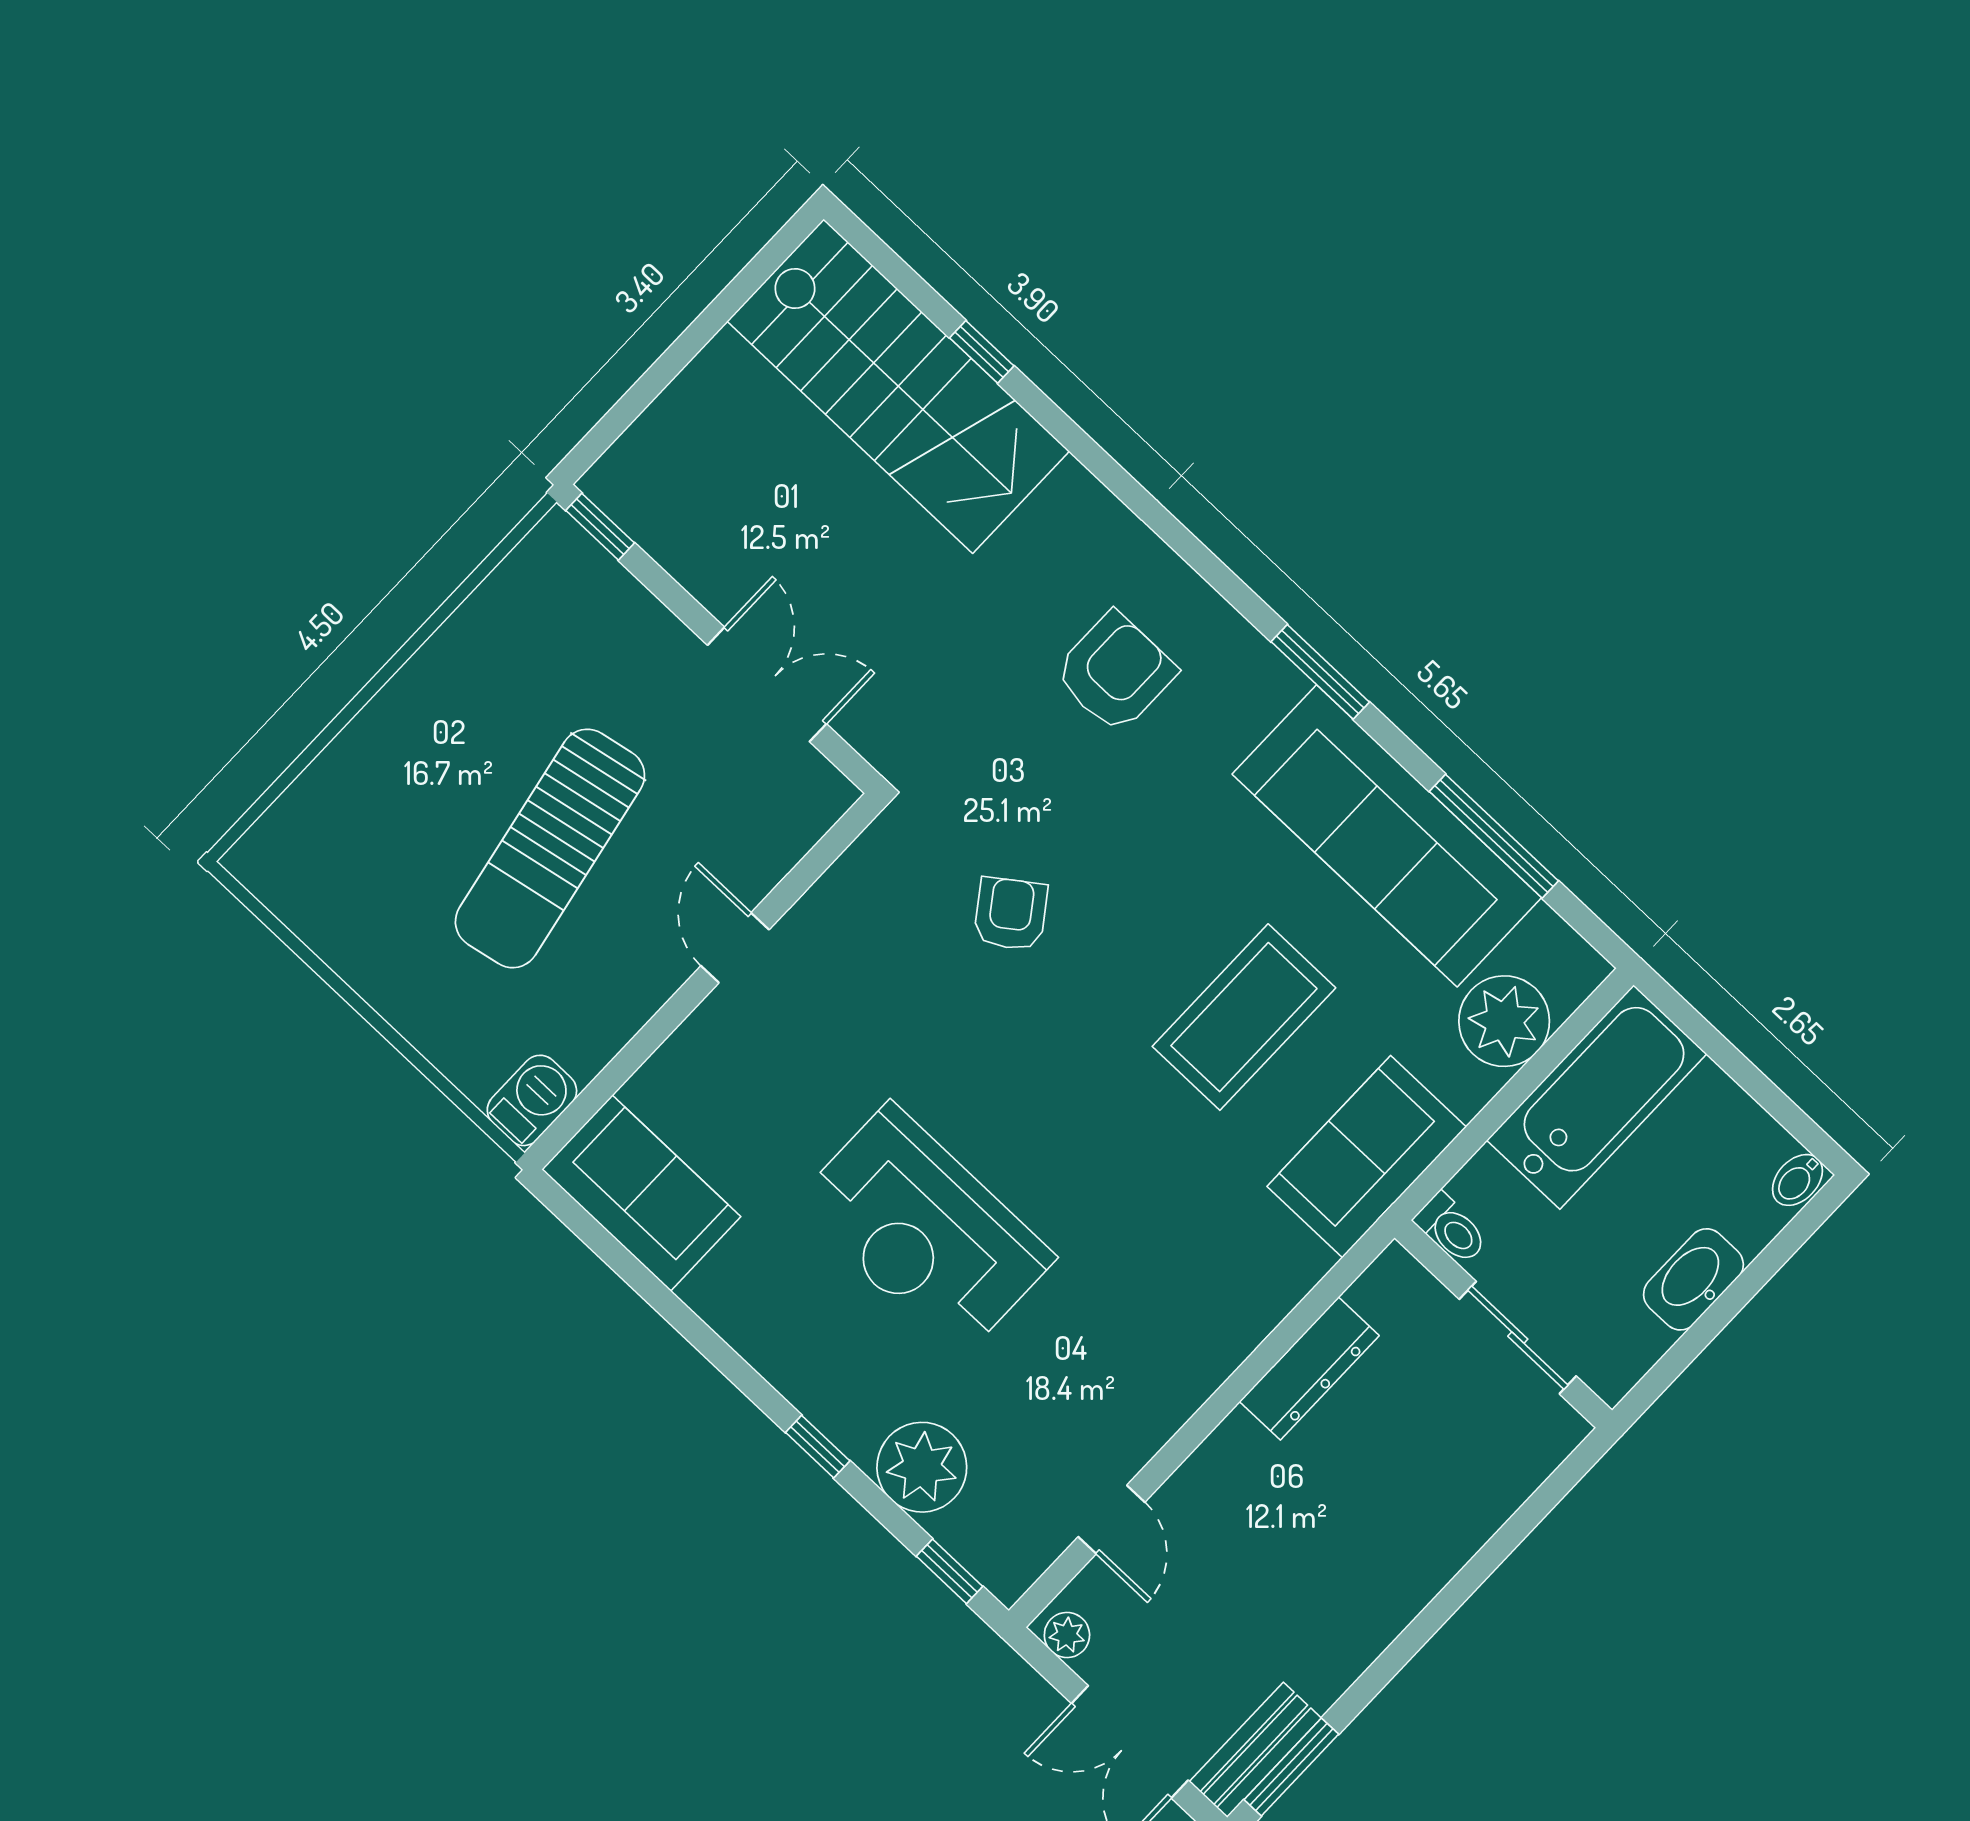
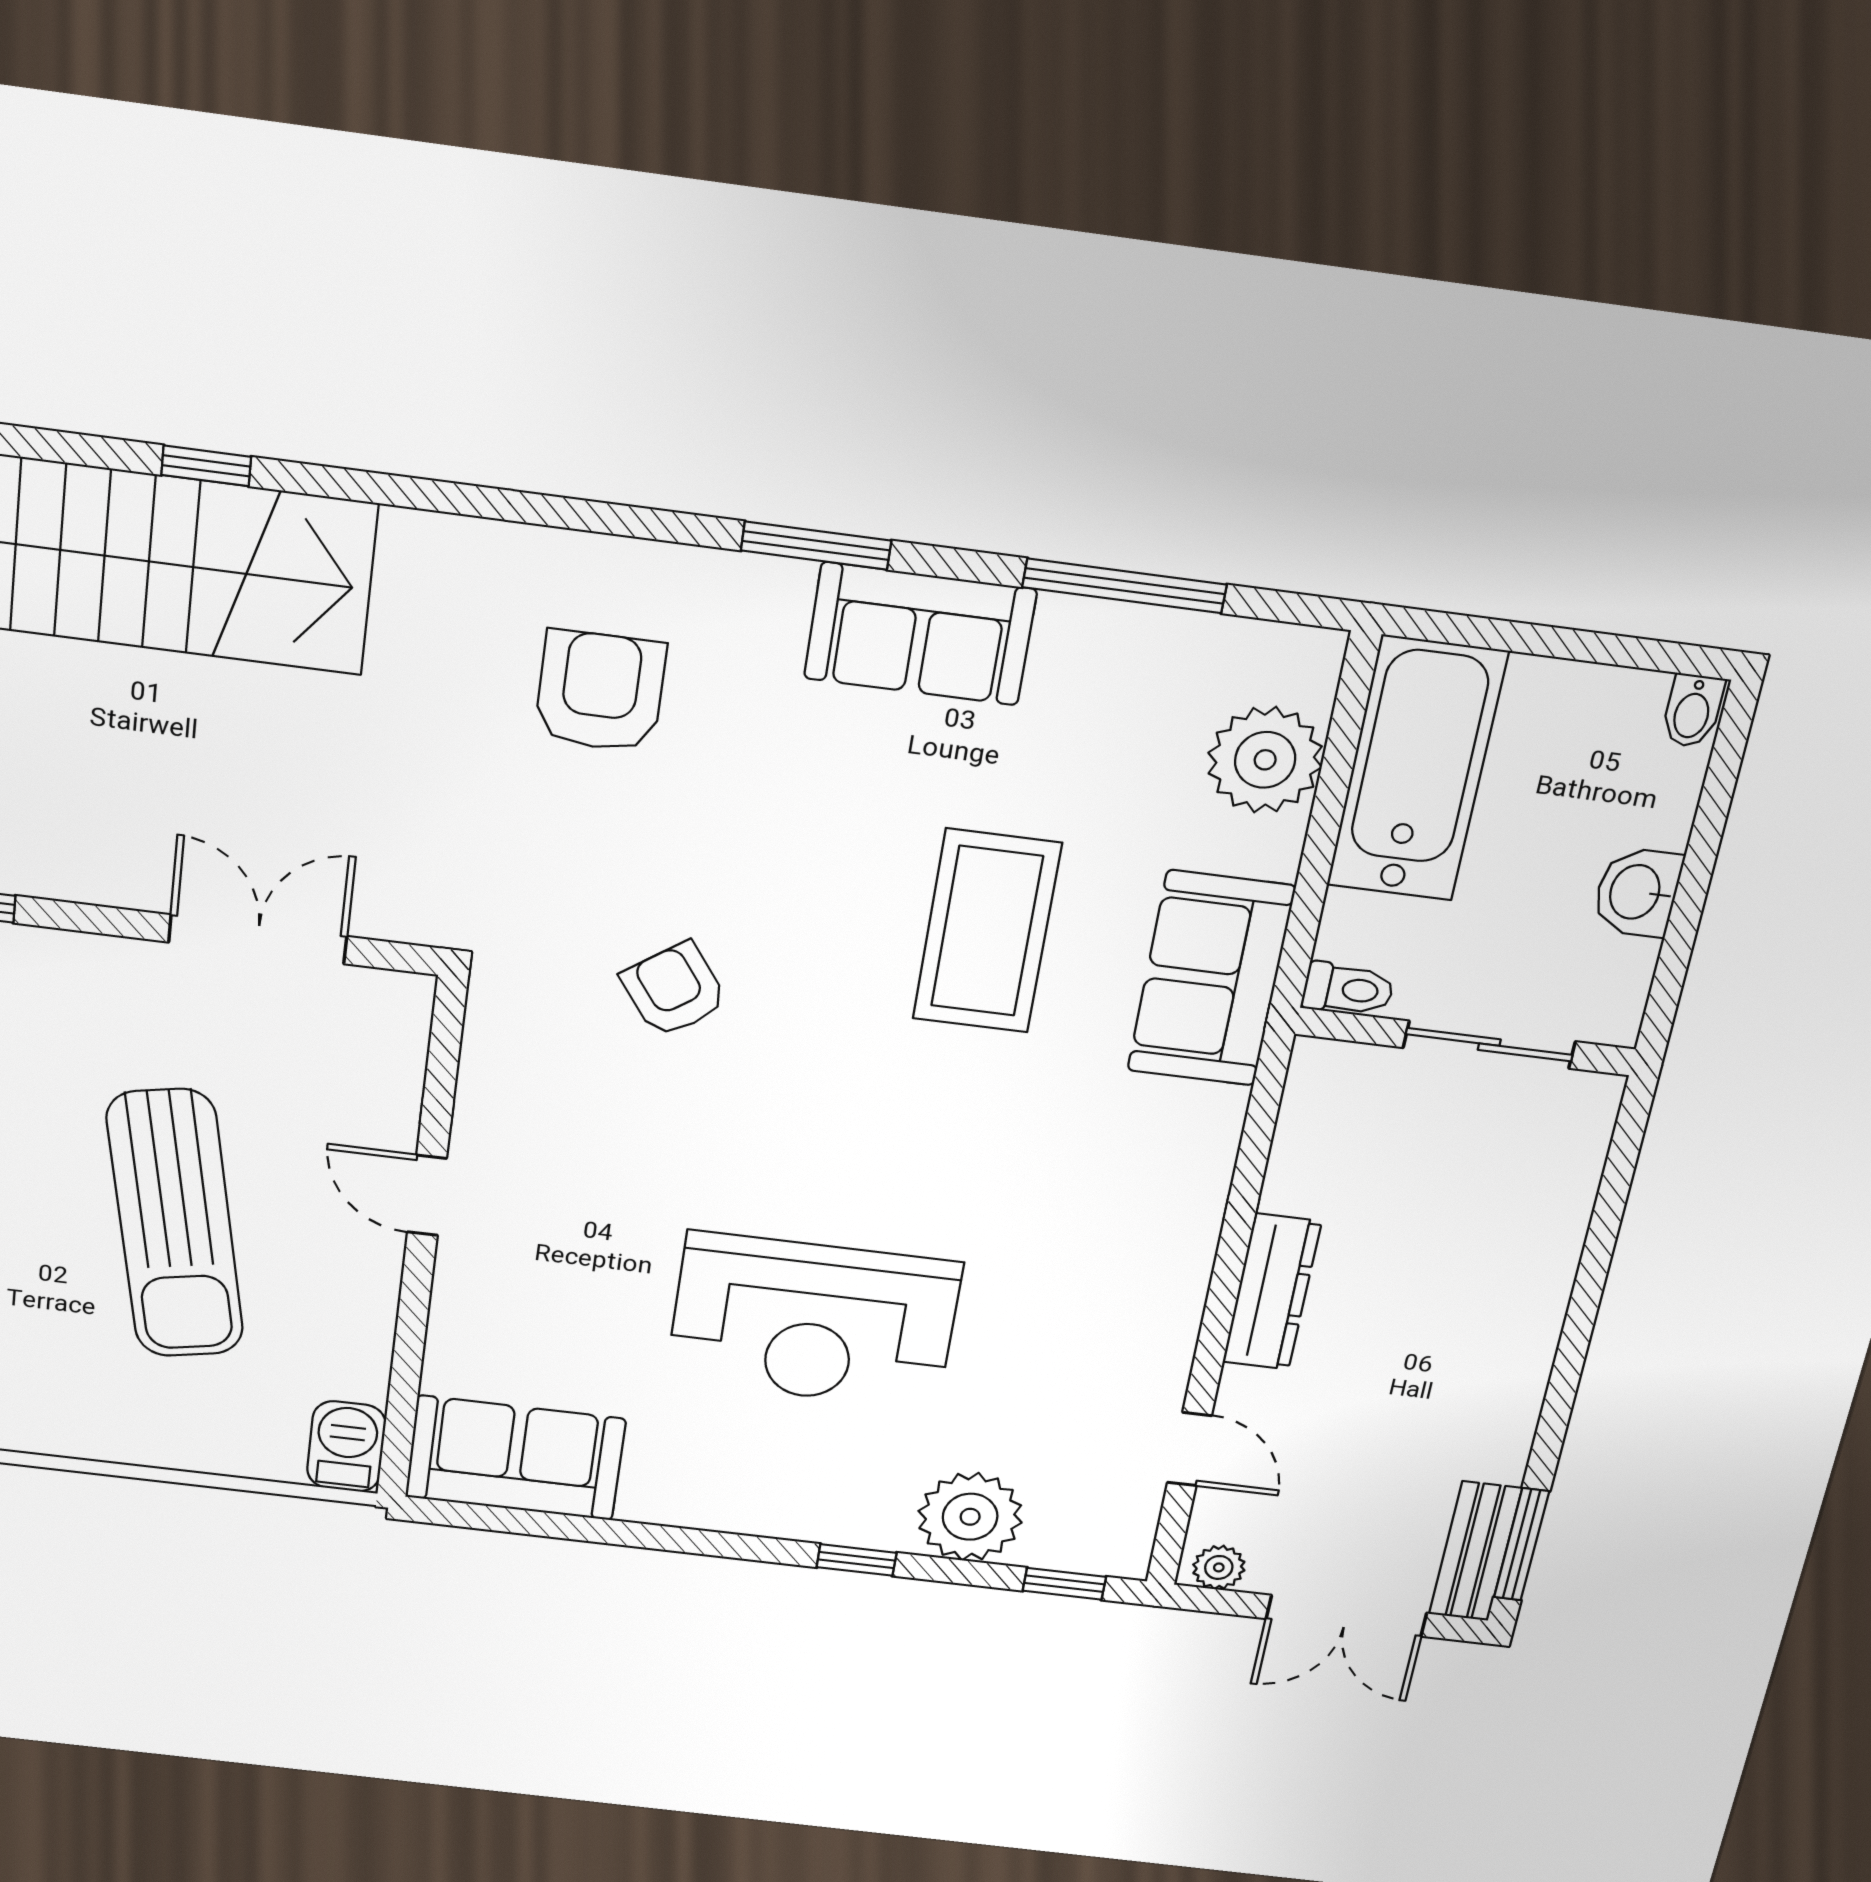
sofa: (1387, 836) -> (920, 634), width x0.54, depth x0.79
washbasin: (1693, 1279) -> (1637, 892), width x0.72
dresser: (1309, 1369) -> (1272, 1292), moved

